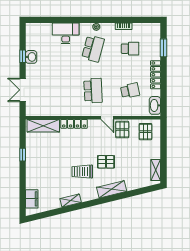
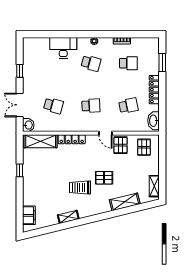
school desk: (93, 49) -> (91, 63), width x0.54
washbasin: (31, 57) -> (28, 125), moved
school desk: (56, 91) -> (53, 106), added
school desk: (93, 91) -> (91, 106), width x0.54
shelving: (112, 189) -> (125, 202), moved

